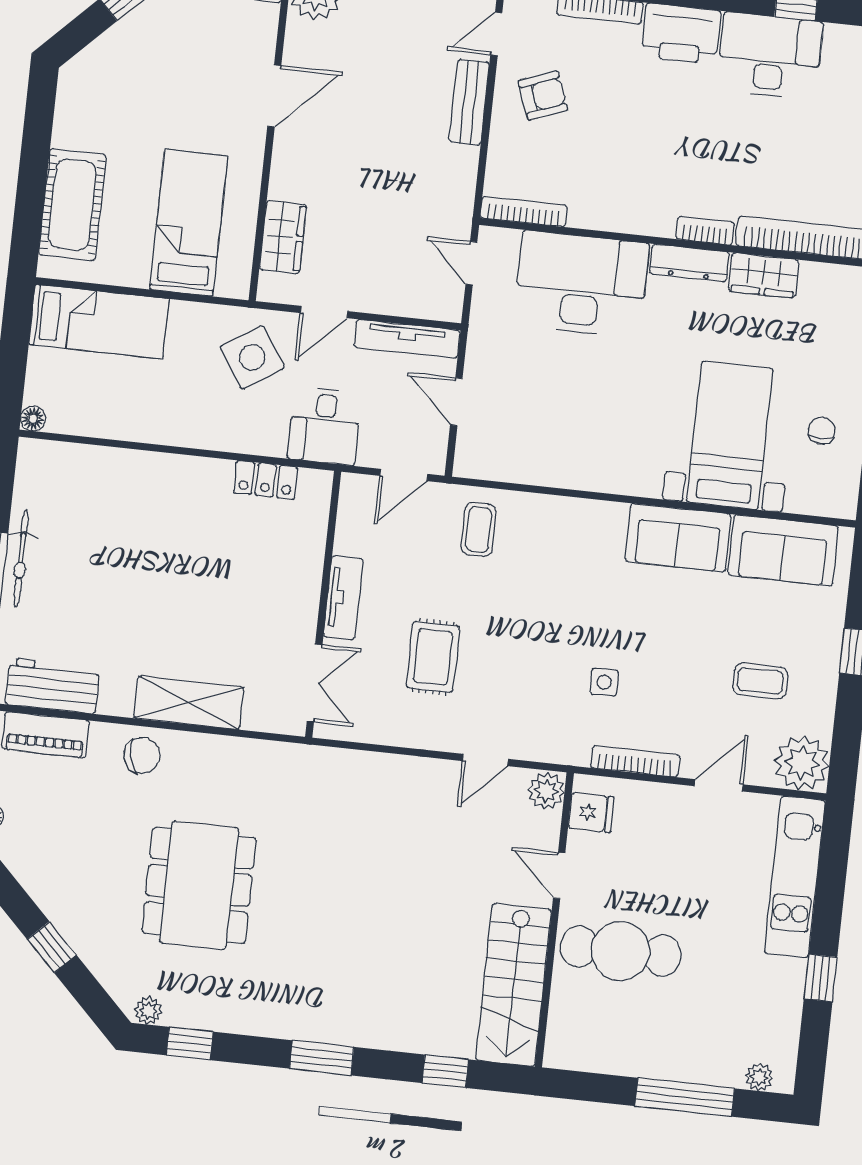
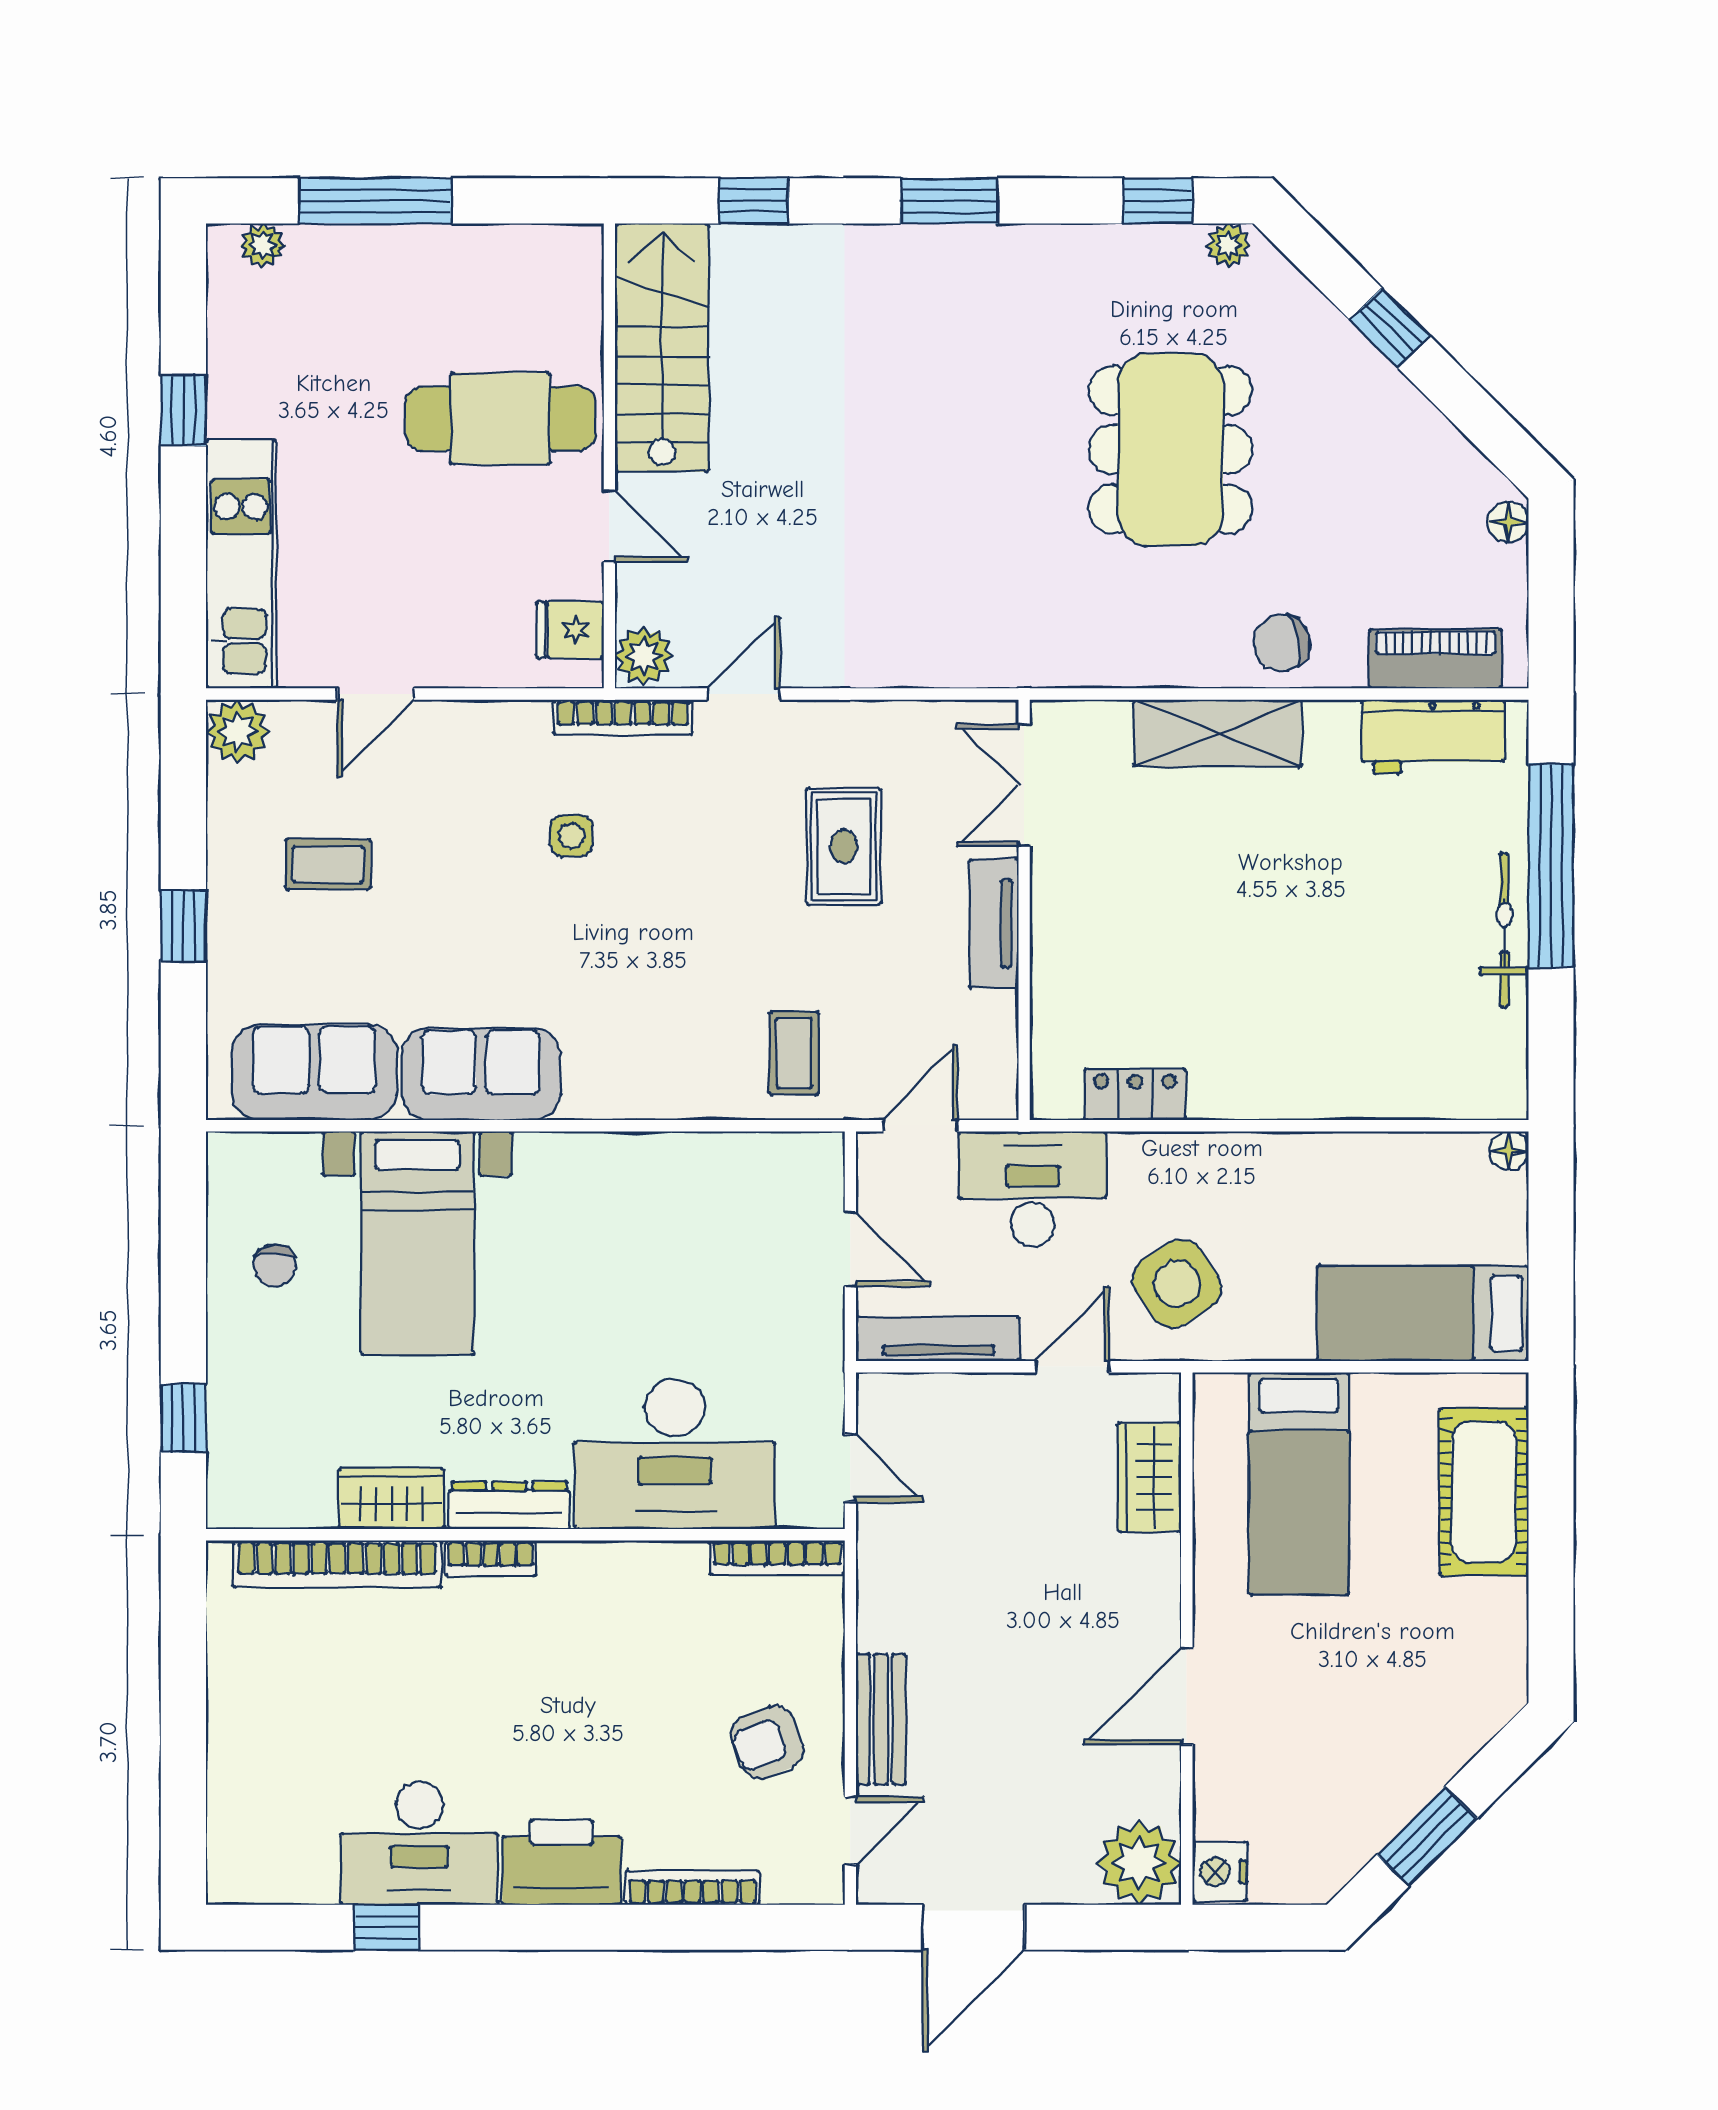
desk: (324, 426) -> (1032, 1189), width x1.37
bookcase: (635, 761) -> (623, 717), moved
plant: (802, 763) -> (238, 731), width x0.73, depth x0.73

